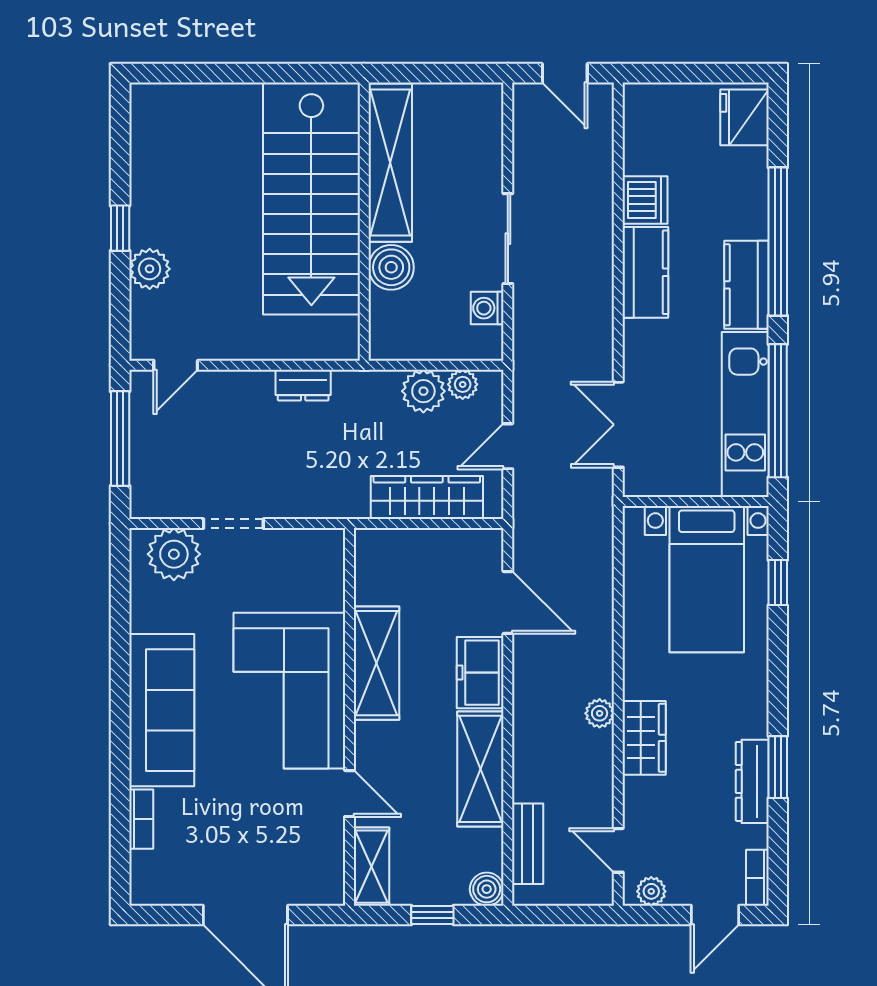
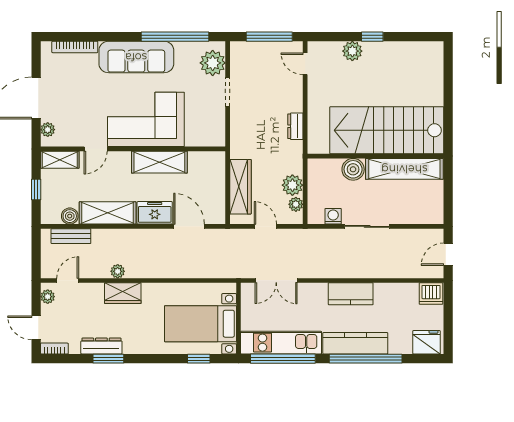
dishwasher: (645, 200) -> (431, 294), moved
kitchen counter: (746, 285) -> (355, 343), width x1.50
double door: (618, 425) -> (276, 280), swing flipped
door: (508, 603) -> (189, 226), swing flipped
window: (120, 631) -> (175, 37), added
plant: (600, 713) -> (118, 271), moved
bookcase: (141, 819) -> (75, 47), width x1.56
boiler: (487, 889) -> (70, 216), moved
plant: (310, 891) -> (48, 130), added

